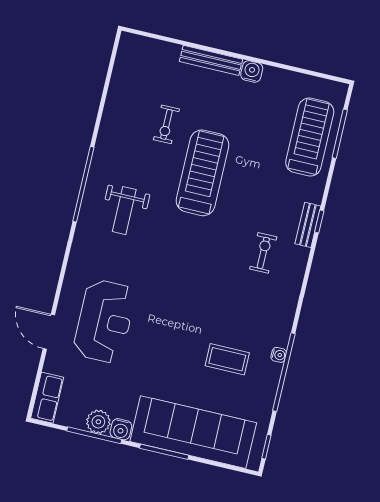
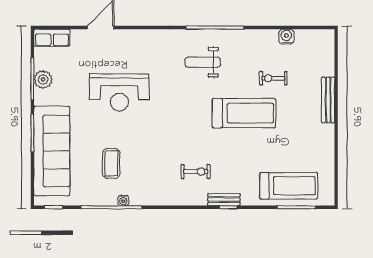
water cooler: (252, 71) -> (286, 37), moved, turned -90
reception desk: (104, 321) -> (119, 92), moved
water cooler: (121, 429) -> (41, 97), removed

